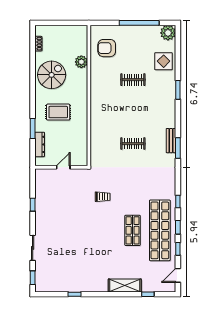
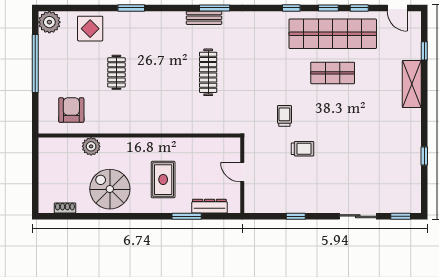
armchair: (107, 48) -> (71, 110), turned 180
clothes rail: (133, 144) -> (208, 72), width x1.36
trolley: (80, 209) -> (302, 149), added

